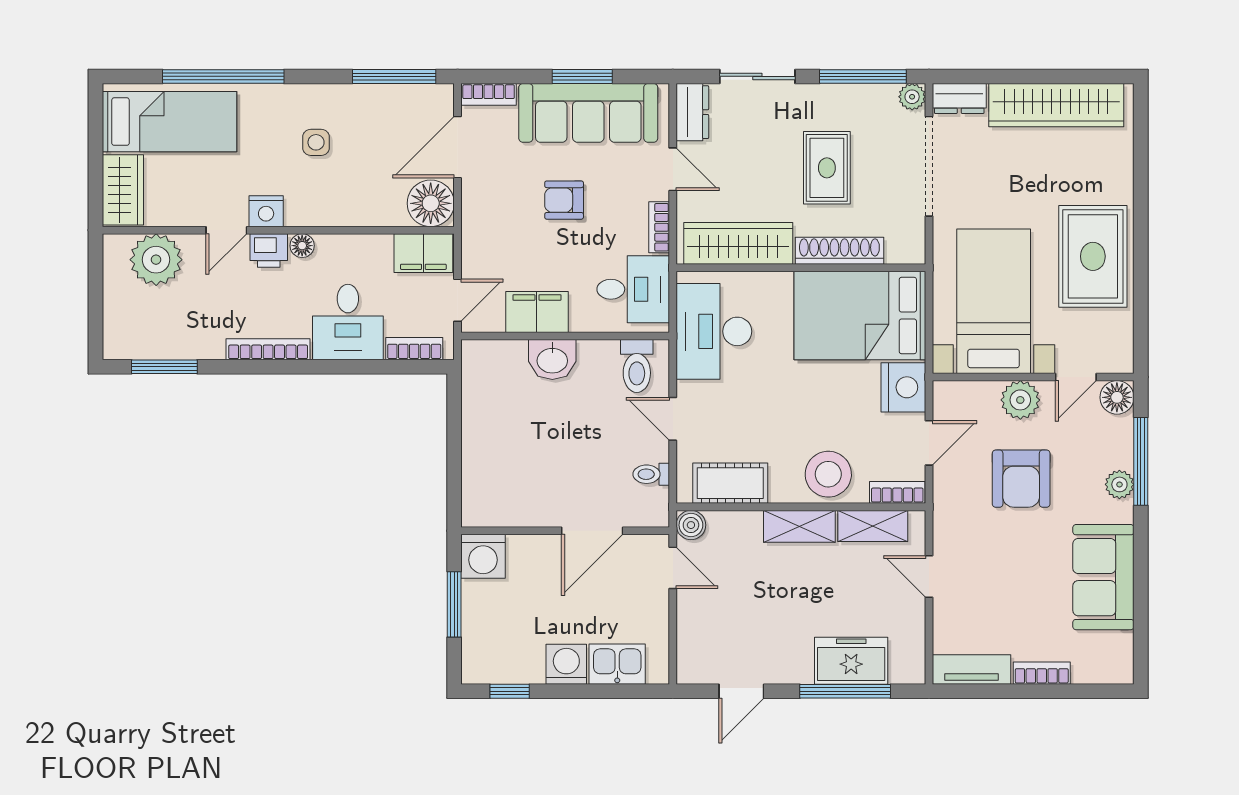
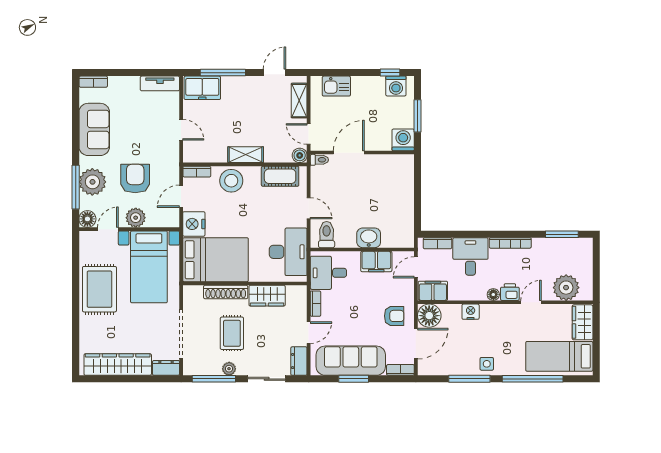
window: (394, 76) -> (469, 379), moved
plant: (912, 97) -> (229, 369), moved
side table: (316, 142) -> (487, 364), moved
door: (673, 169) -> (309, 333), swing flipped
armchair: (564, 200) -> (394, 316), moved
nightstand: (266, 211) -> (471, 312), moved
wardrobe: (738, 243) -> (267, 296), width x0.67
toilet: (651, 474) -> (319, 160), moved
plant: (1119, 484) -> (92, 182), width x1.88, depth x1.88
shelving: (873, 526) -> (299, 101), moved, turned 90
freezer: (851, 661) -> (202, 88), moved
washing machine: (566, 664) -> (396, 86), moved
bookcase: (1042, 673) -> (93, 82), moved

